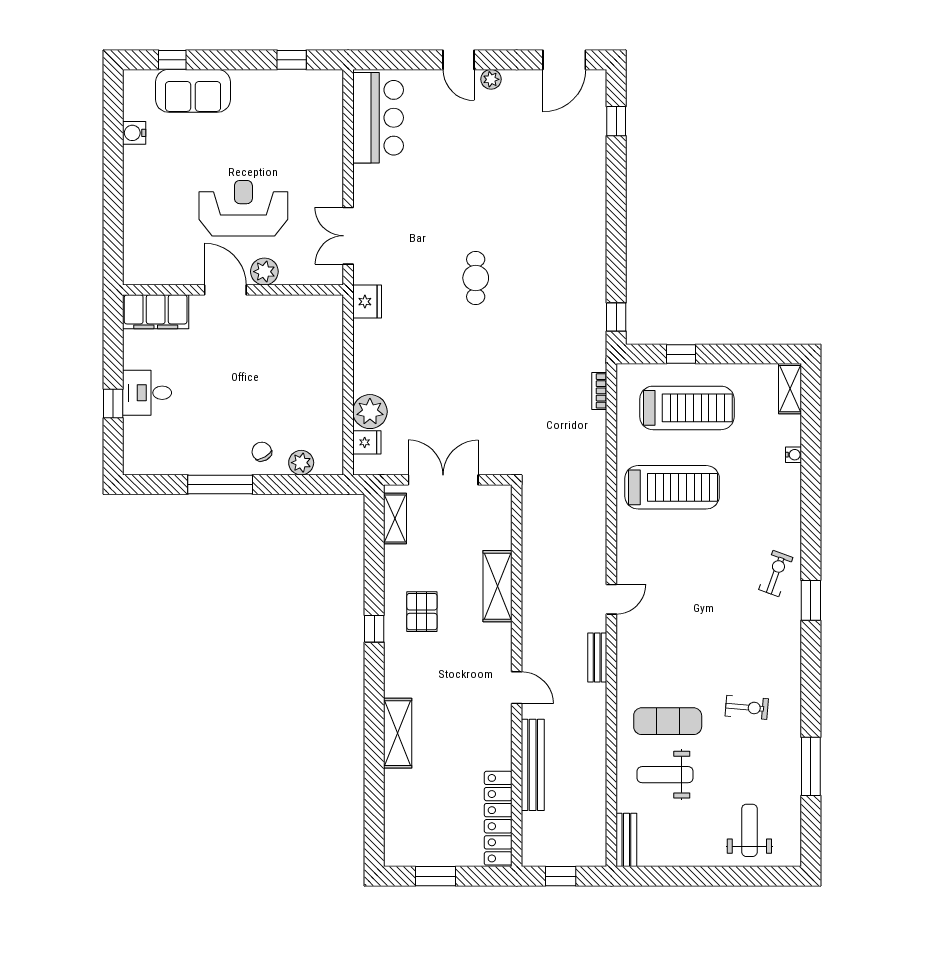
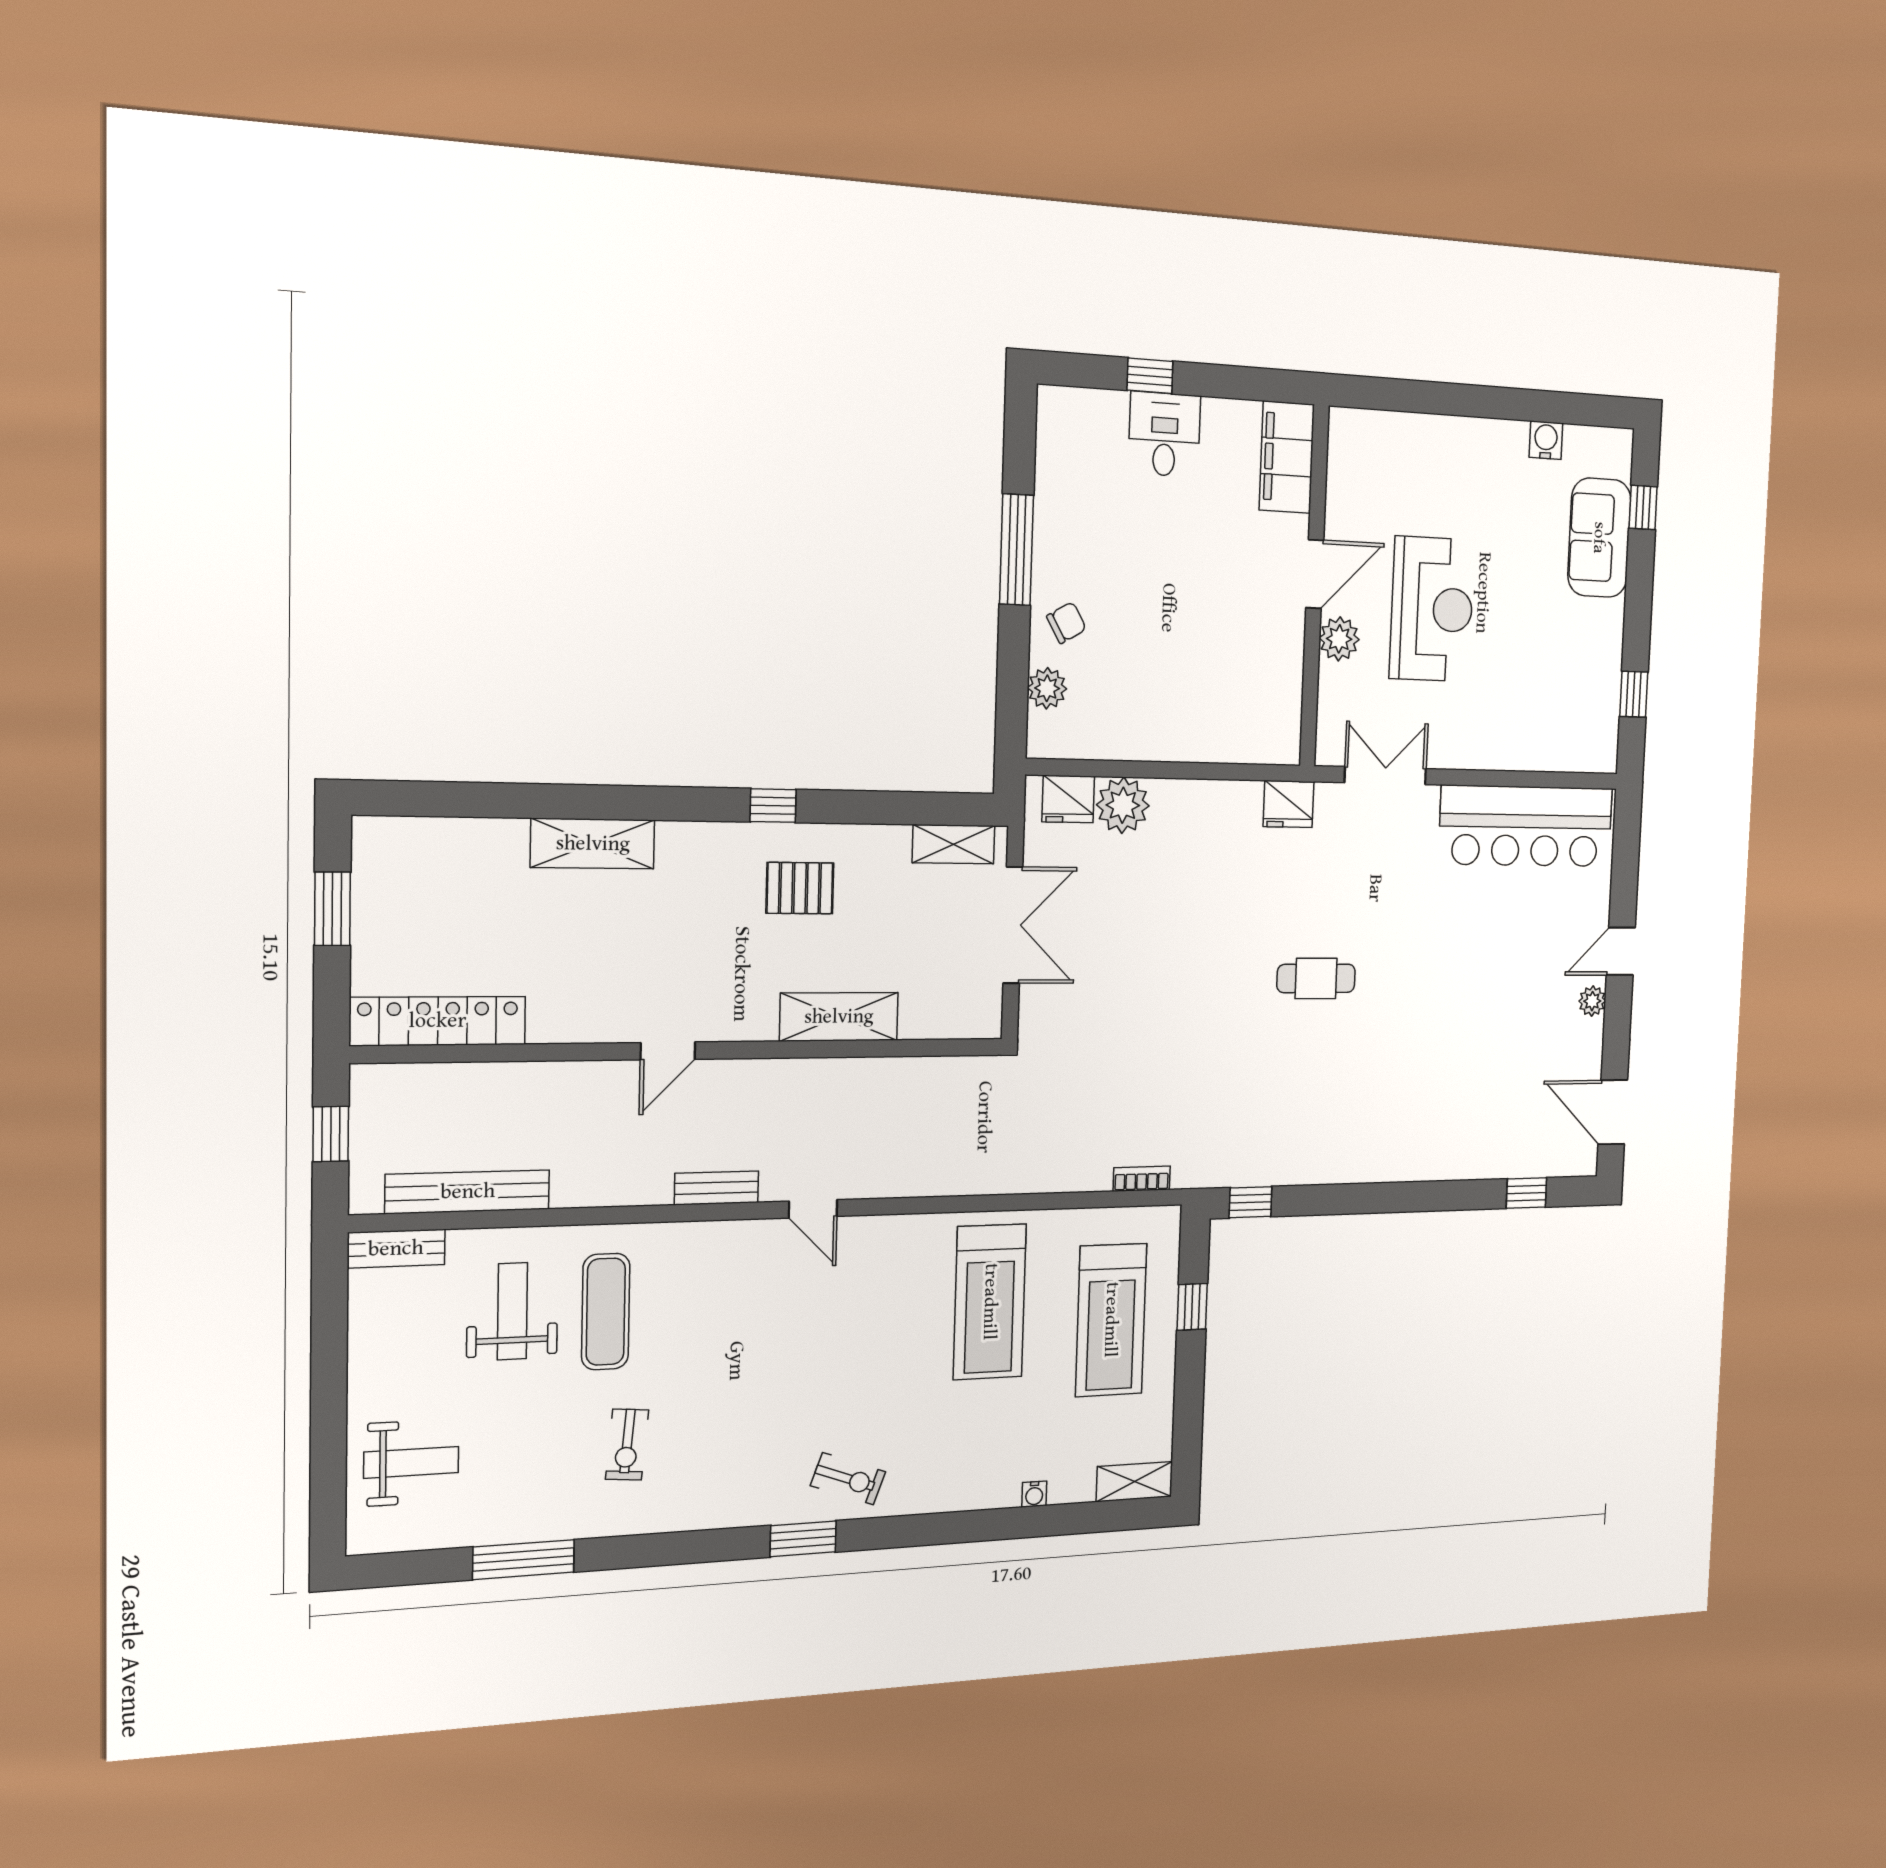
bar counter: (378, 118) -> (1526, 826), width x1.36
fridge: (367, 442) -> (1068, 799), width x1.38
bench: (533, 765) -> (468, 1192), moved

